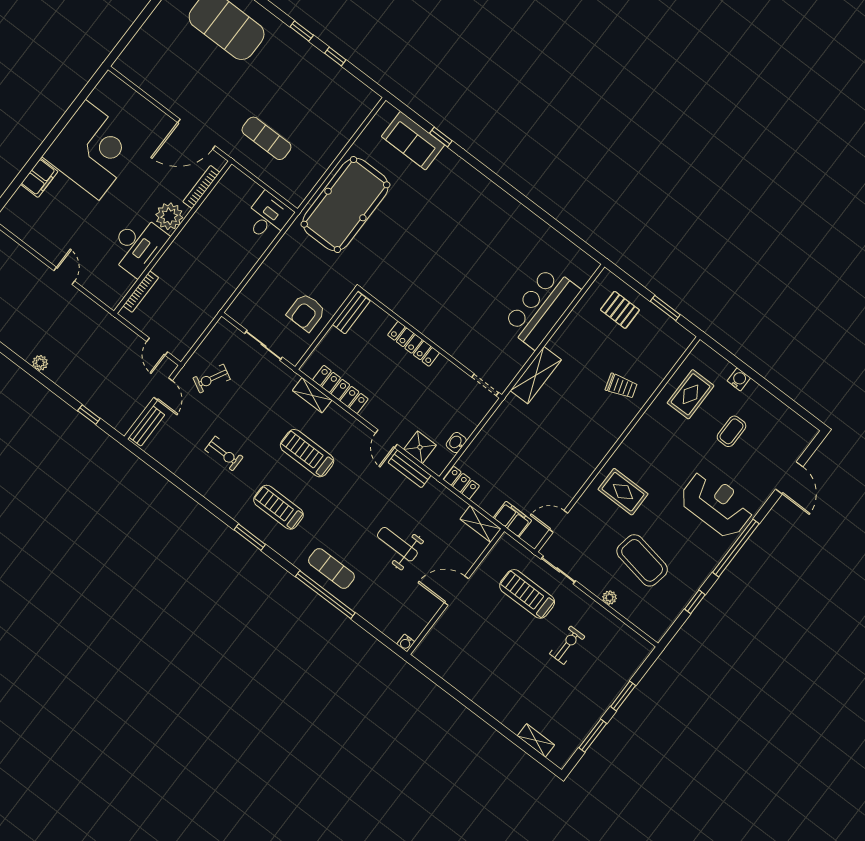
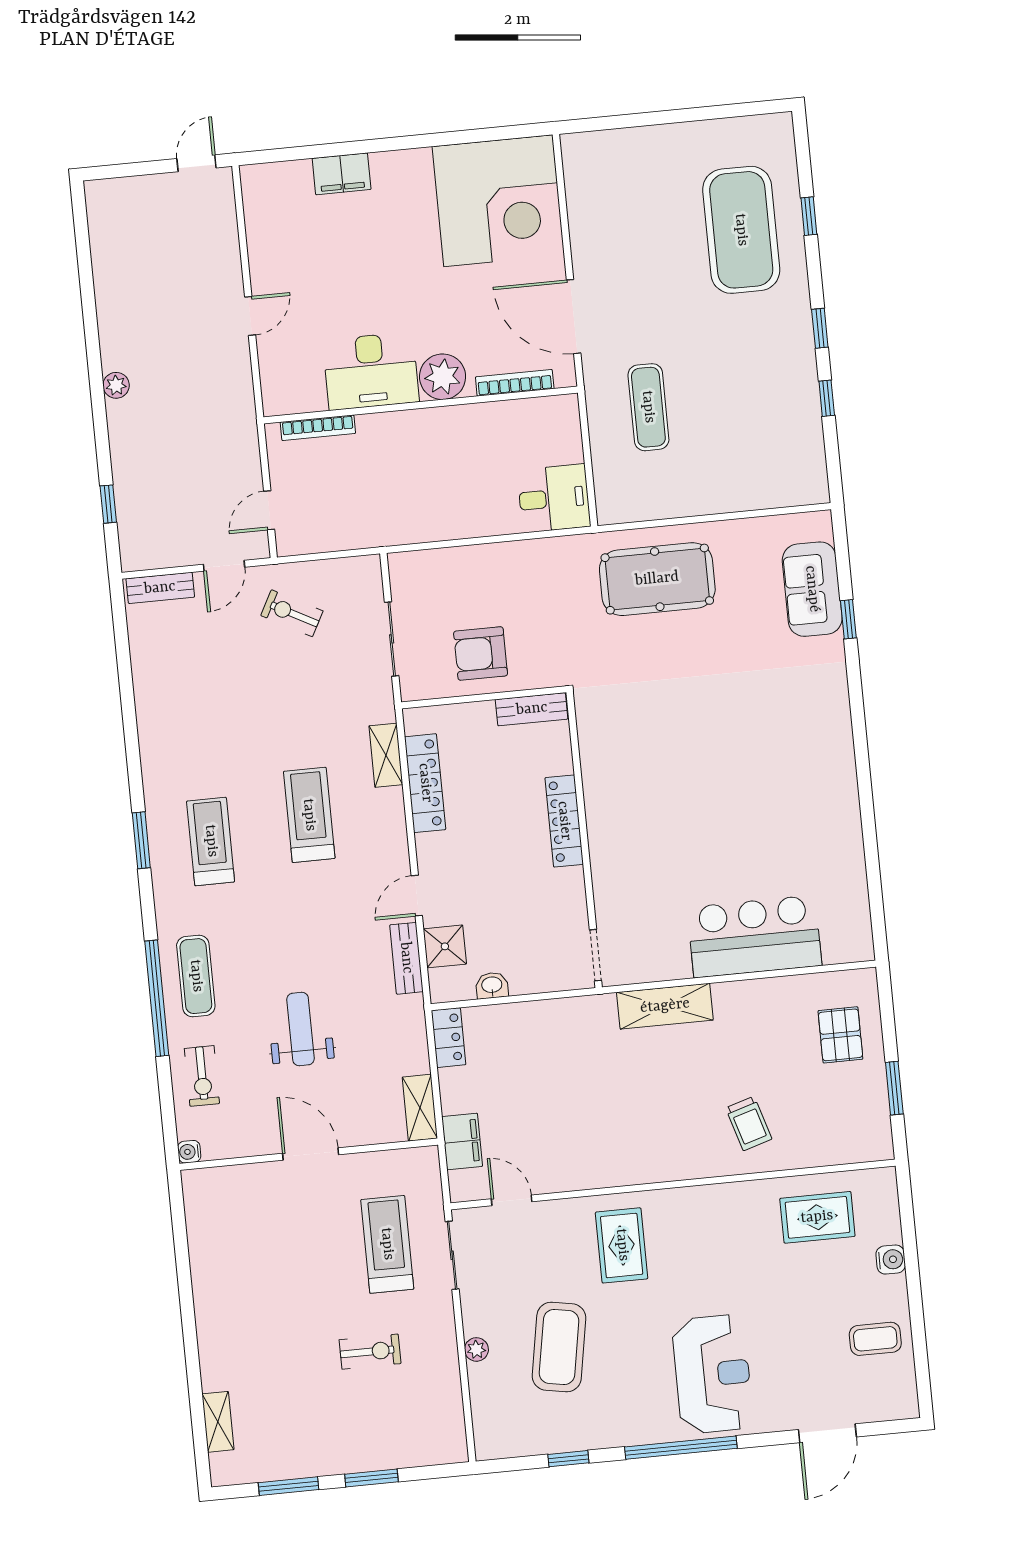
corner desk: (92, 150) -> (498, 201), moved
pool table: (345, 205) -> (657, 579), width x0.73, depth x0.76
coffee table: (731, 431) -> (875, 1339), moved
exercise bike: (224, 454) -> (202, 1076), moved

